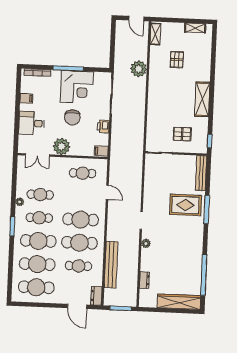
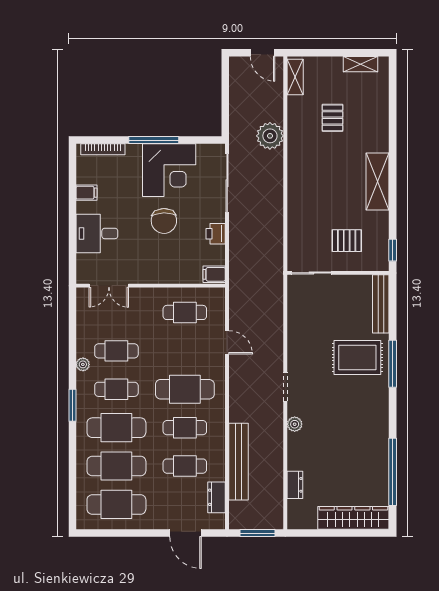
plant: (62, 147) -> (148, 270), removed
cafe table: (80, 243) -> (185, 428), width x0.73, depth x0.74
dresser: (96, 296) -> (217, 497), moved

